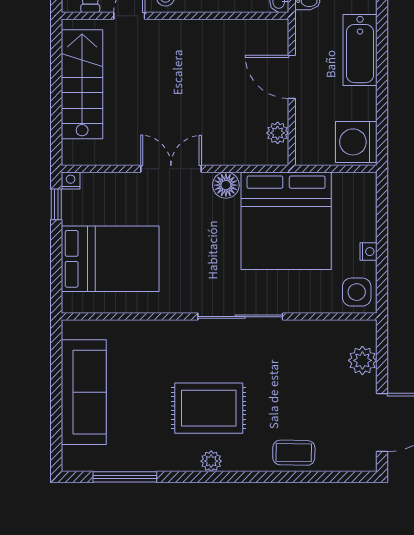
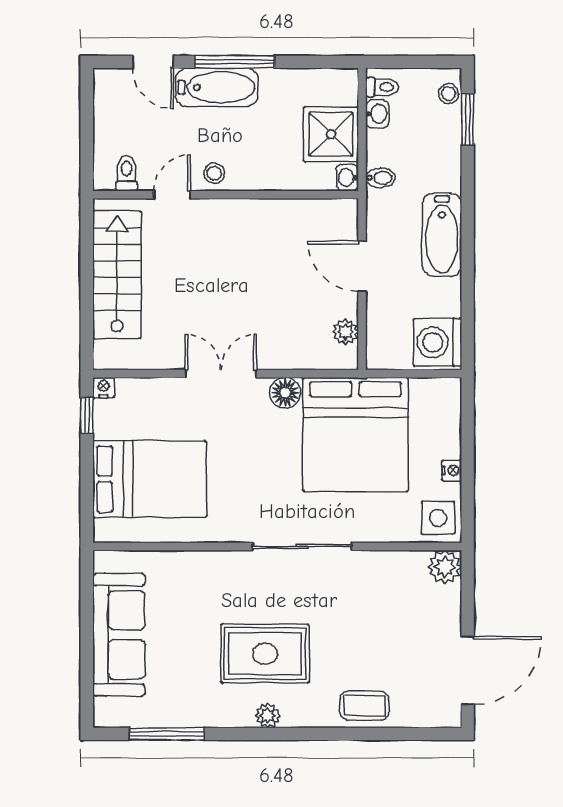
plant: (362, 360) -> (445, 567), moved

